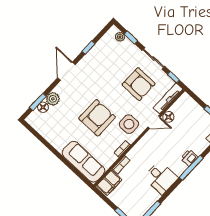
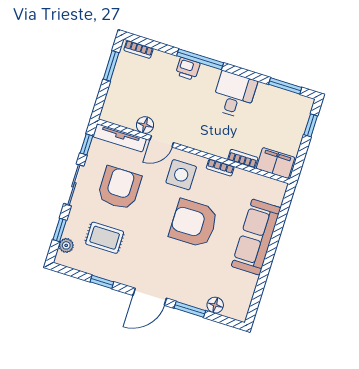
rug: (114, 61) -> (105, 238), added
plant: (53, 99) -> (197, 297), removed
window: (38, 102) -> (190, 309), moved
door: (154, 122) -> (162, 141), swing flipped
sofa: (83, 162) -> (256, 237), moved

